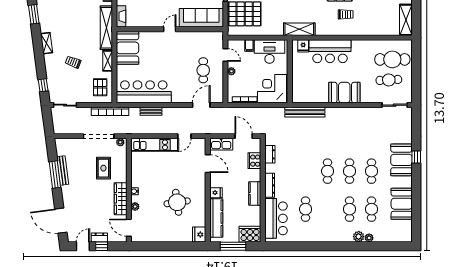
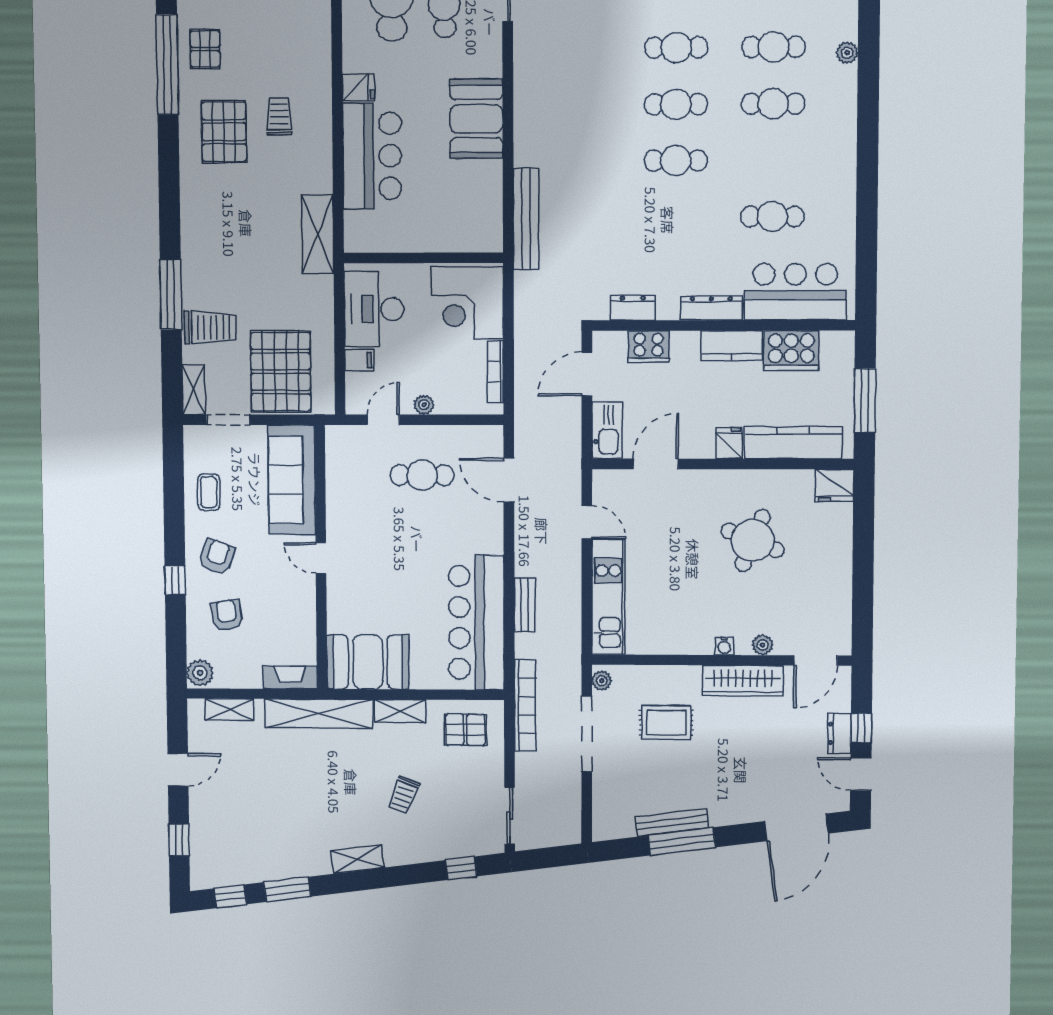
fridge: (303, 46) -> (358, 87), moved
round table: (177, 202) -> (753, 540), turned 30
cooker: (250, 234) -> (791, 351), moved, turned -90
plant: (359, 237) -> (844, 80), removed

